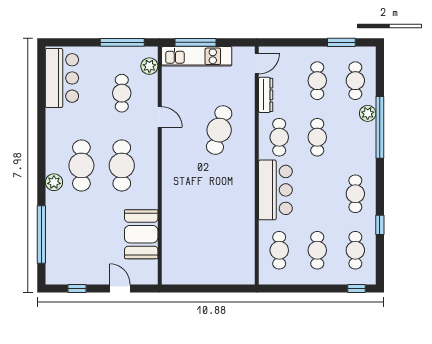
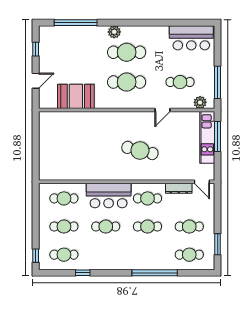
plant: (368, 113) -> (165, 264), removed
cafe table: (219, 130) -> (140, 150), moved
cafe table: (355, 194) -> (106, 227), moved

